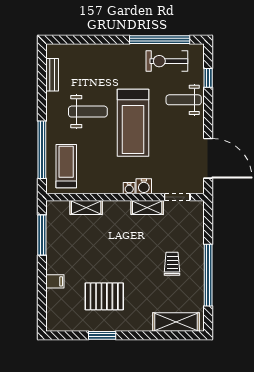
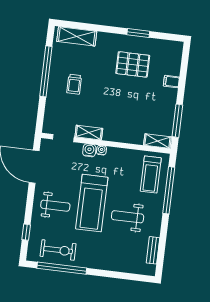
weight bench: (184, 100) -> (55, 206), moved
treadmill: (133, 123) -> (92, 203), turned 180
shelving: (86, 208) -> (157, 141), moved

